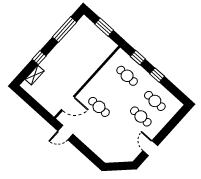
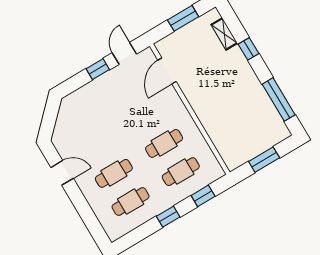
window: (33, 103) -> (183, 18), added
cafe table: (99, 107) -> (164, 143), moved
window: (80, 146) -> (98, 69), added

